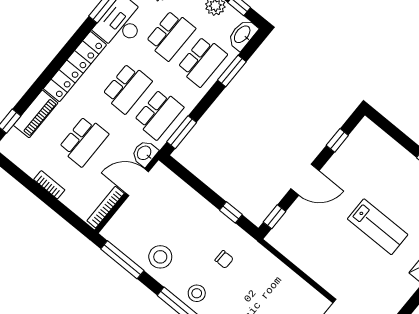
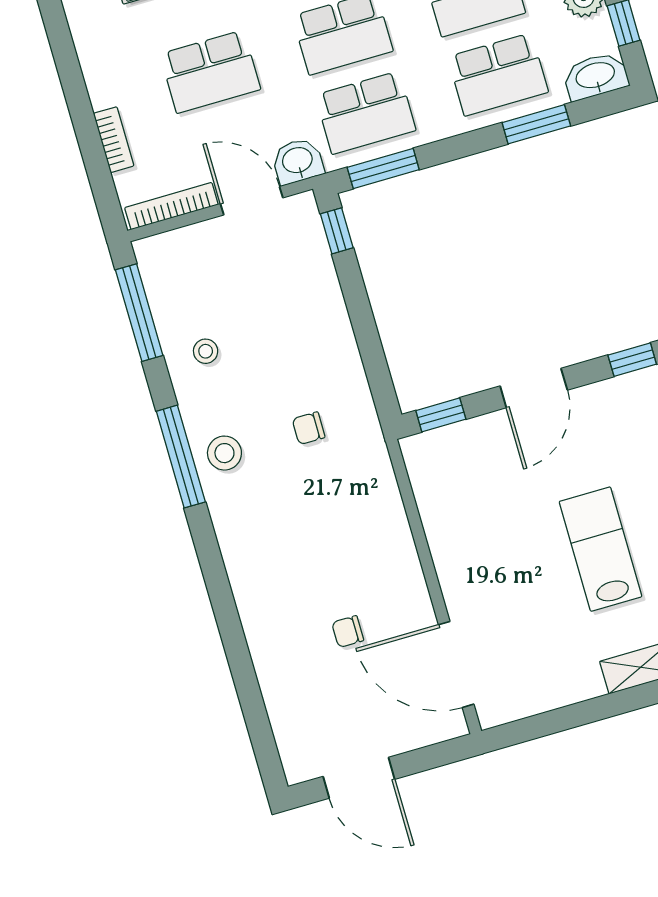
door: (305, 180) -> (534, 388), hinge flipped
bookcase: (49, 185) -> (114, 140), moved
window: (231, 212) -> (337, 231), moved
lab bench: (378, 227) -> (600, 549), turned 180
stool: (160, 257) -> (206, 351), width x0.53, depth x0.53
chair: (224, 259) -> (309, 428), turned 90

